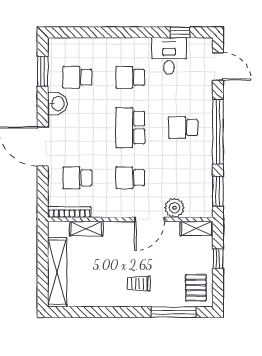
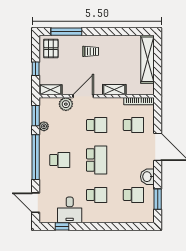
plant: (206, 176) -> (44, 126), added
shelving: (86, 229) -> (114, 90), moved

